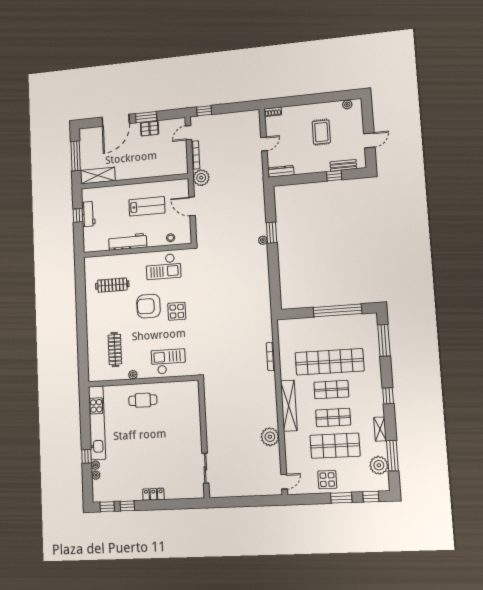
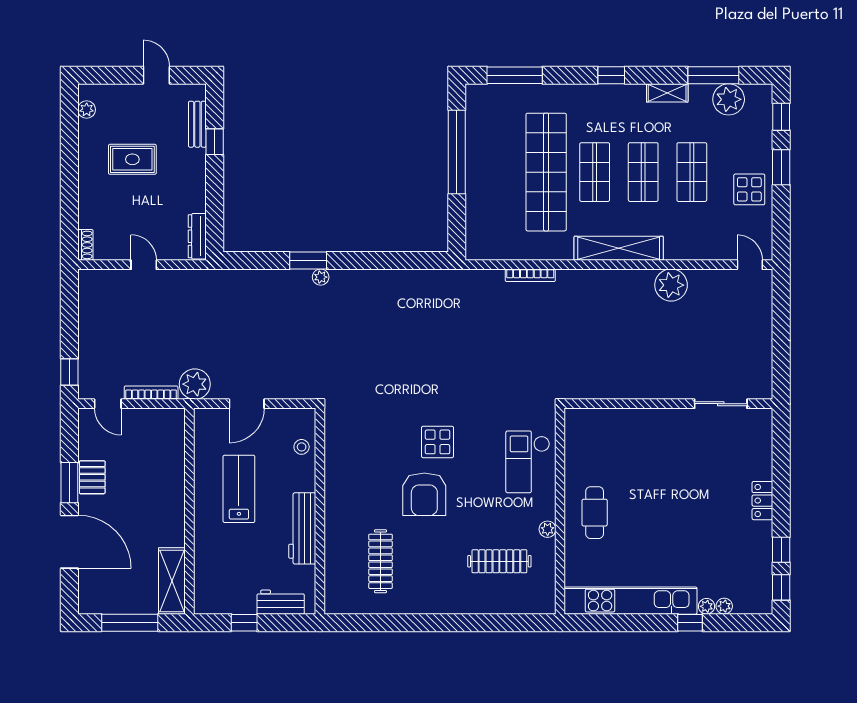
workbench: (88, 214) -> (281, 602), moved
checkout: (163, 266) -> (354, 463), removed
shop shelf: (335, 446) -> (692, 172), width x0.70, depth x0.74

